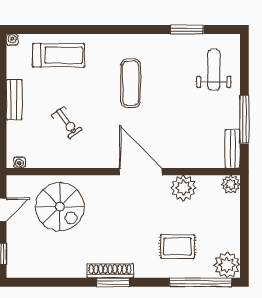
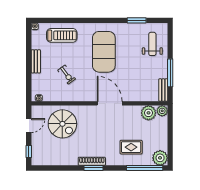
exercise mat: (131, 83) -> (104, 52), width x2.00, depth x1.45
plant: (184, 188) -> (148, 113), moved

